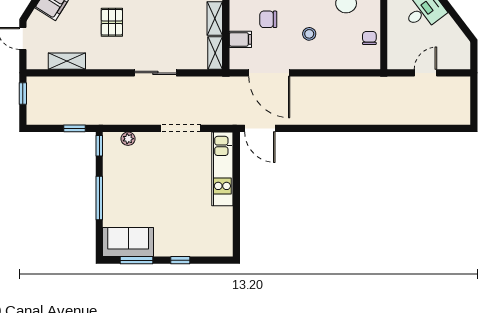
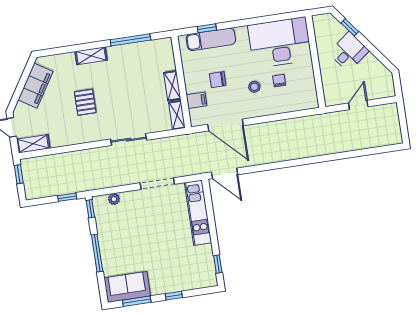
chair: (369, 38) -> (279, 81), moved
shelving: (67, 61) -> (33, 144), moved
window: (236, 231) -> (218, 264), added

